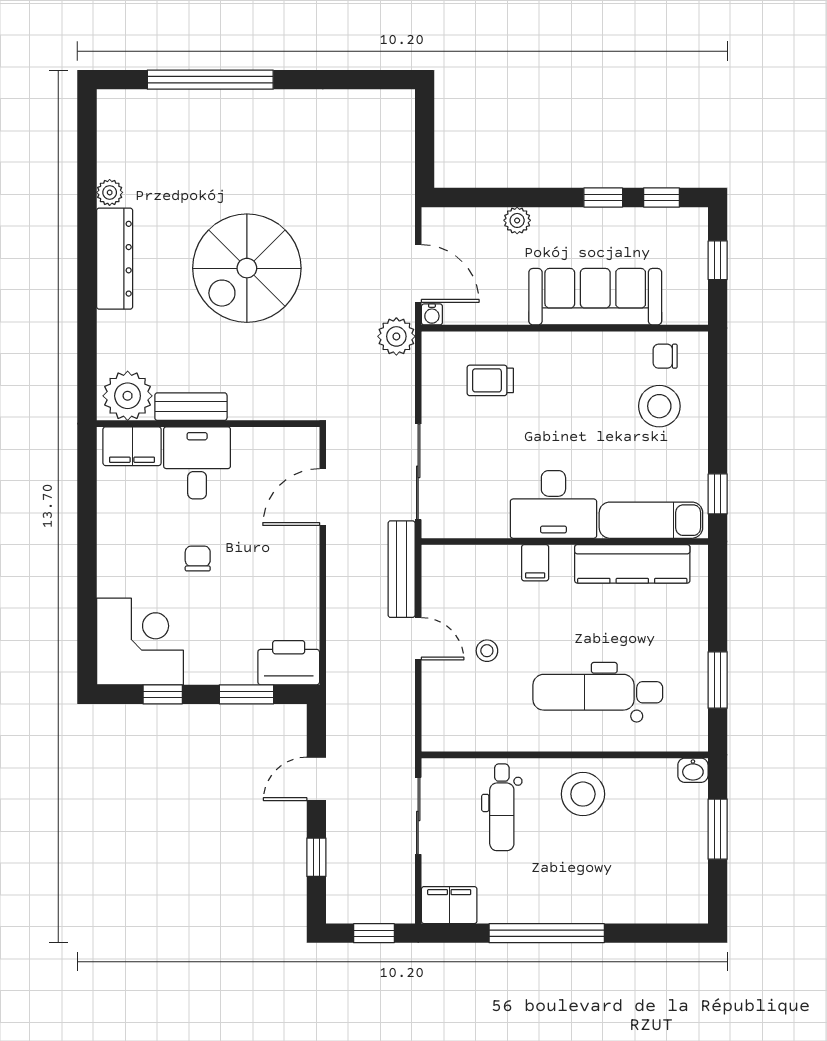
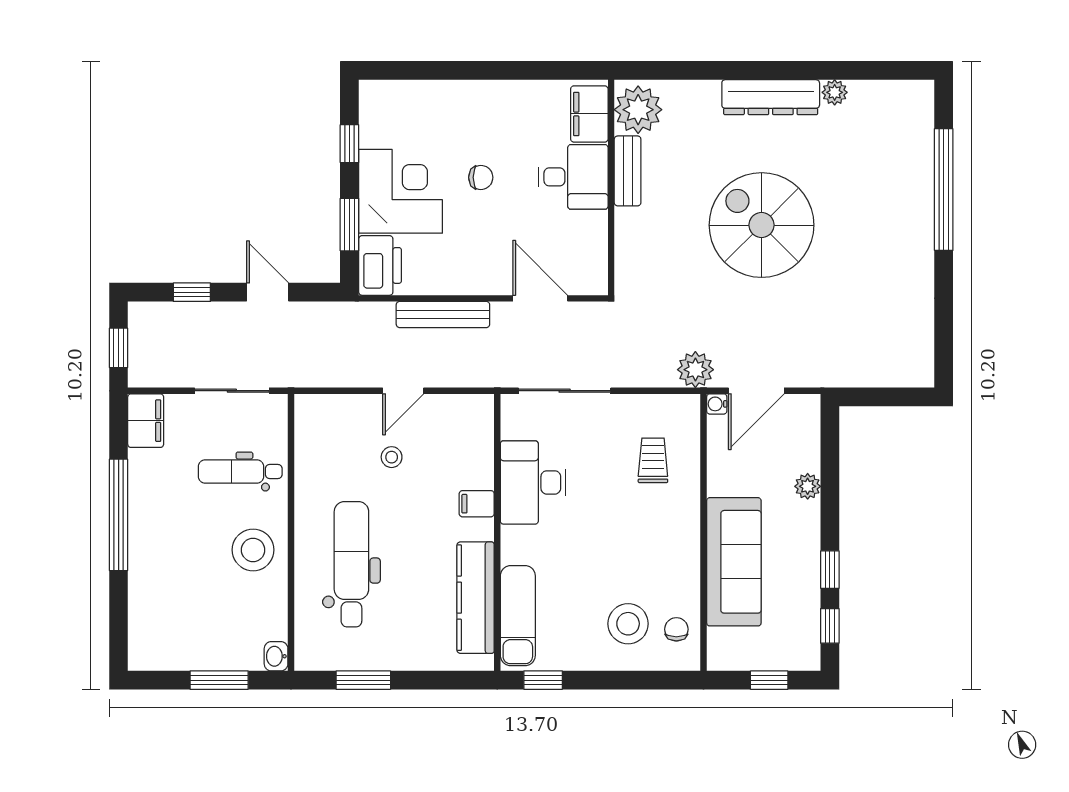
desk: (553, 504) -> (533, 482), moved
bench: (402, 569) -> (443, 314), moved
corner desk: (140, 641) -> (401, 191), moved, turned -90

